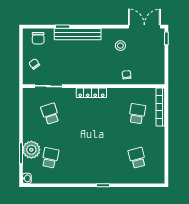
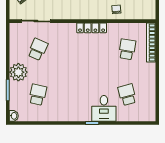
locker: (91, 93) -> (92, 28), moved
school desk: (50, 114) -> (38, 49), turned 42
plant: (31, 150) -> (18, 72), moved
desk: (114, 171) -> (104, 108), added

